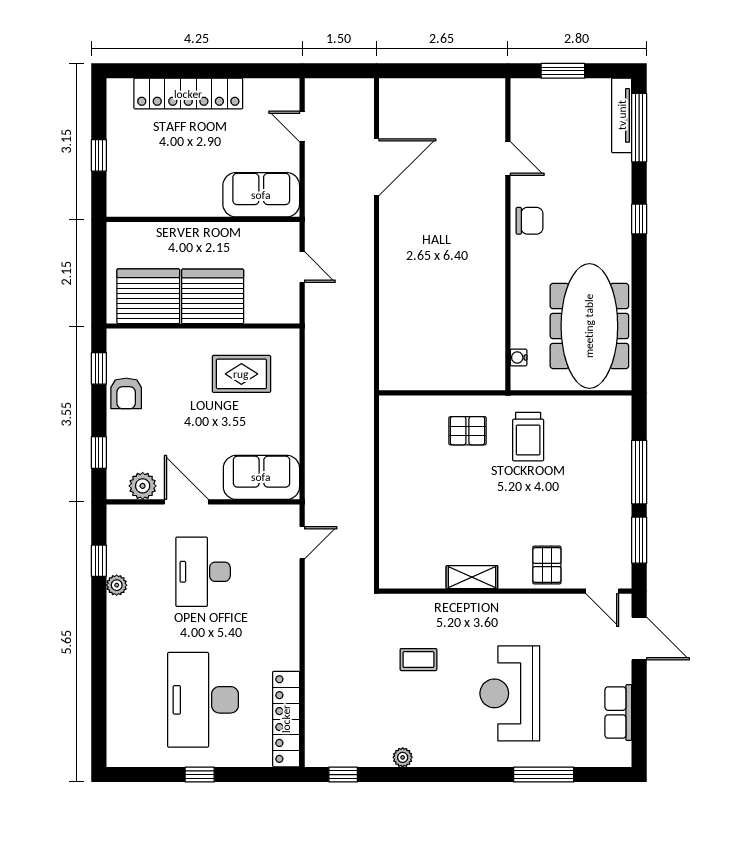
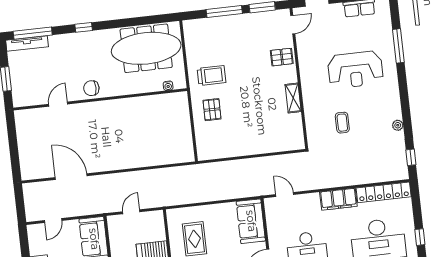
chair: (530, 221) -> (91, 88), turned -90
filing cabinet: (283, 637) -> (338, 199), added

